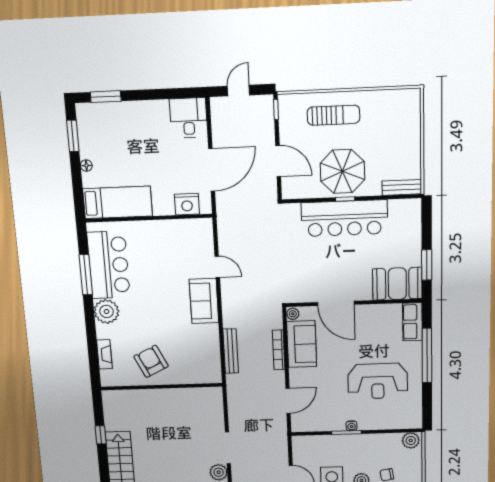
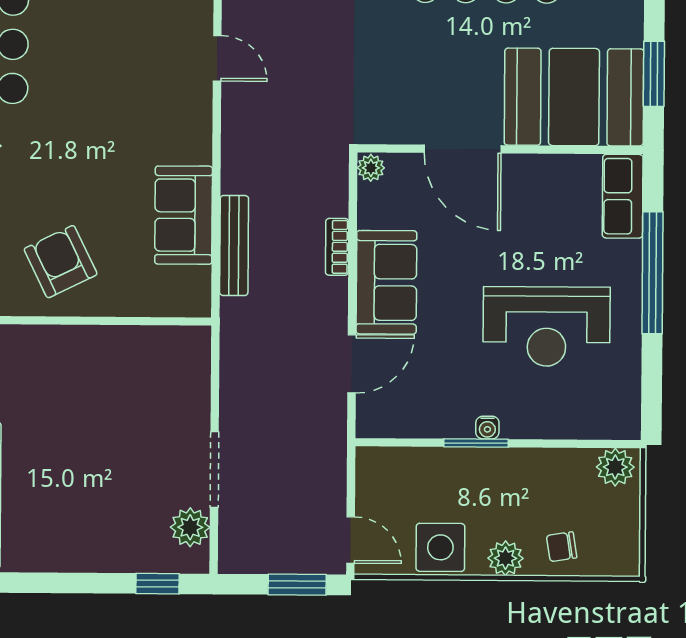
booth: (397, 284) -> (574, 97), width x1.36, depth x1.42
sofa: (204, 301) -> (184, 215), moved
sofa: (302, 344) -> (386, 282), moved
bookcase: (279, 350) -> (337, 247), width x0.64

